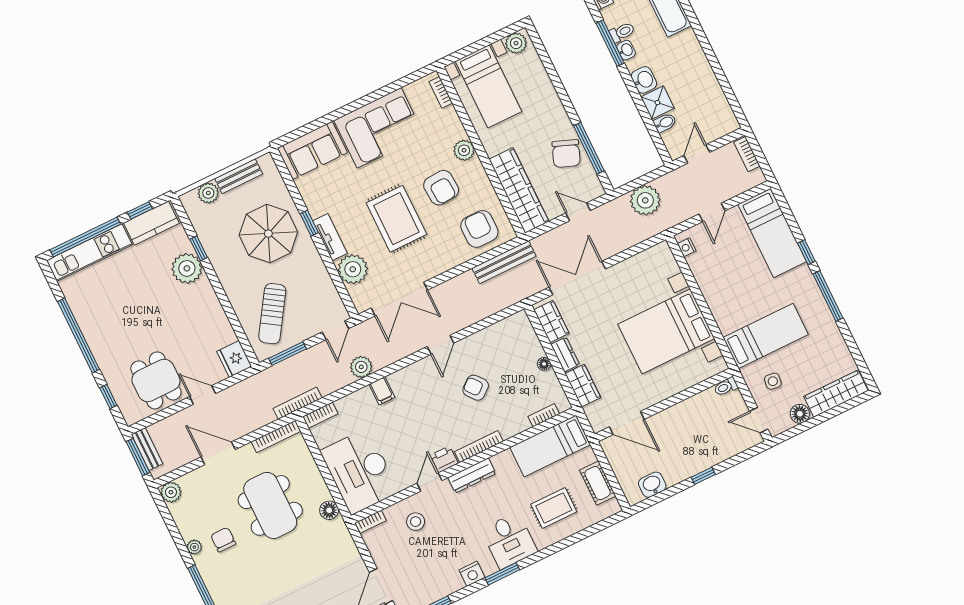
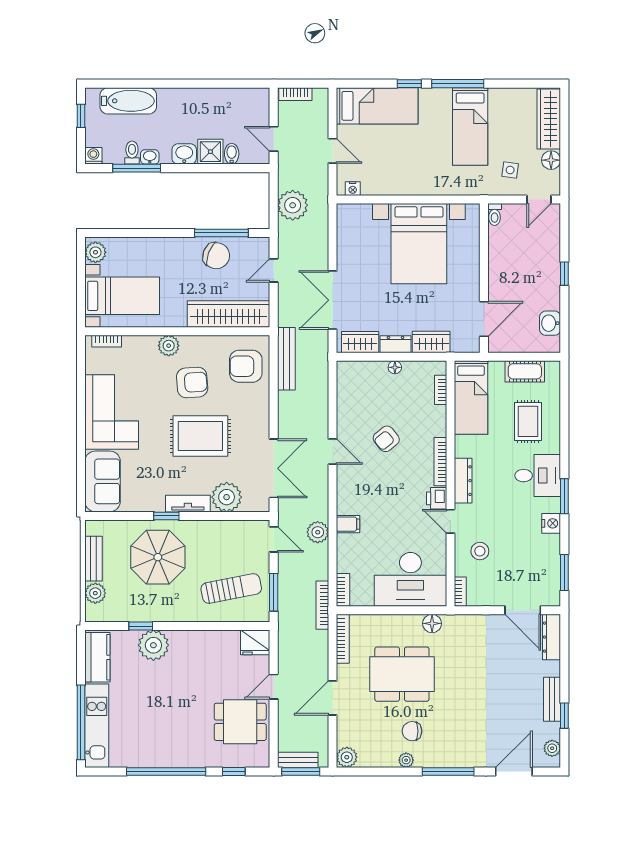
window: (140, 210) -> (81, 662), removed
sun lounger: (272, 314) -> (231, 589), turned -44
bed: (766, 336) -> (470, 126), moved, turned 180

